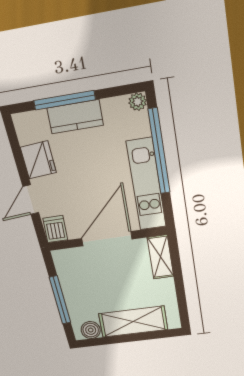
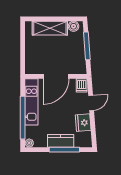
shelving: (160, 257) -> (30, 63), removed

